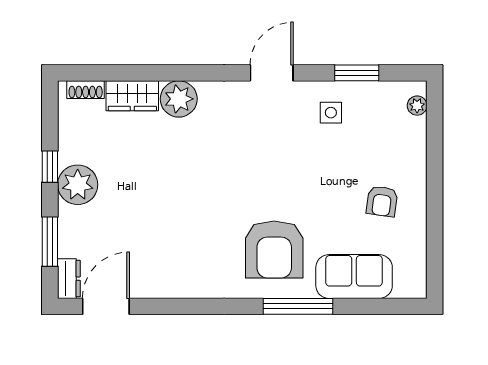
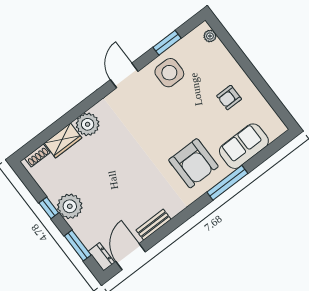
side table: (331, 113) -> (169, 73), width x1.87, depth x1.87
armchair: (382, 201) -> (229, 98), turned 82
bench: (165, 288) -> (154, 225), added

